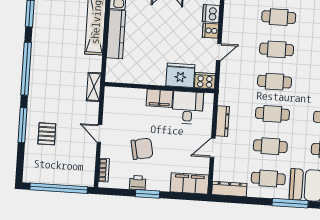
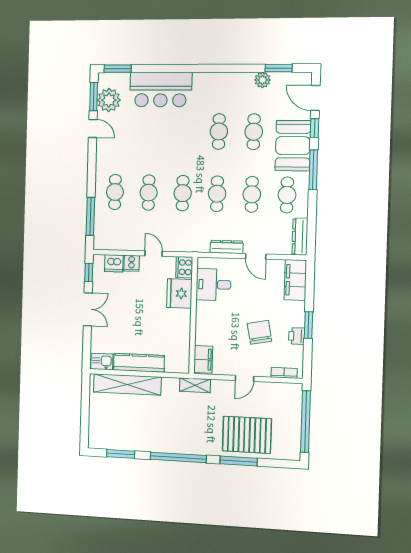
filing cabinet: (160, 98) -> (203, 359), moved
pallet: (47, 134) -> (247, 435), width x2.05, depth x2.00

